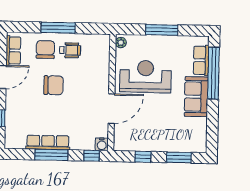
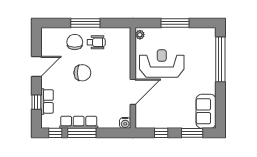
row of seats: (13, 50) -> (47, 101), moved
row of seats: (201, 60) -> (210, 49), removed
sofa: (196, 97) -> (206, 111), moved
window: (92, 156) -> (55, 133), moved

